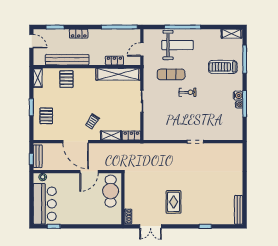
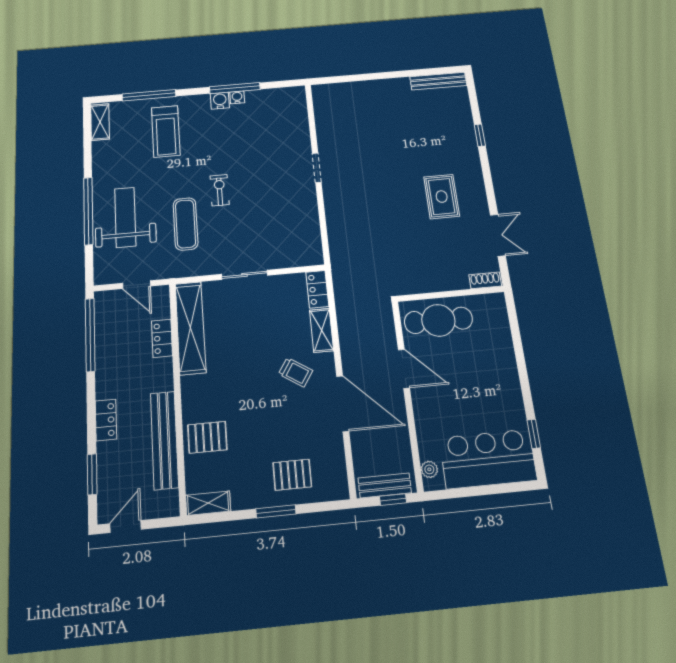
door: (76, 142) -> (343, 404), hinge flipped
rug: (174, 202) -> (442, 197), turned 90

